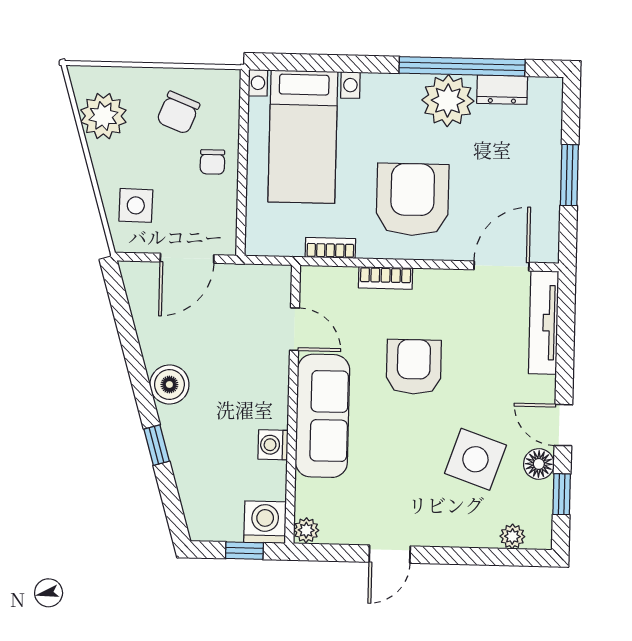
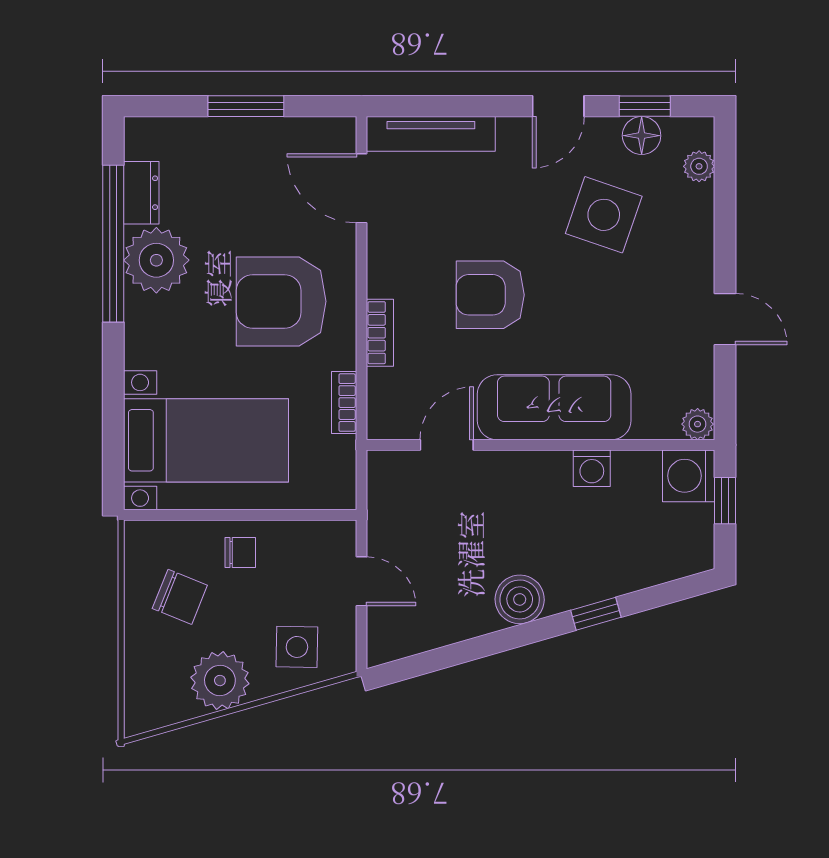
plant: (103, 116) -> (220, 681), moved
door: (187, 258) -> (361, 581), width x0.73
floor lamp: (539, 464) -> (642, 136), moved

